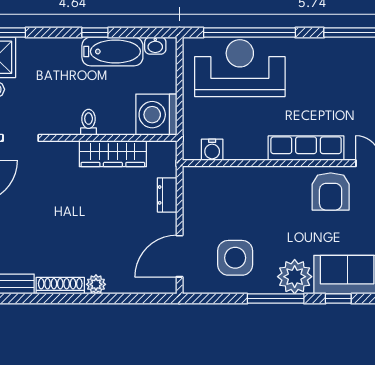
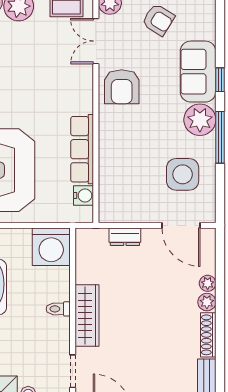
row of seats: (306, 148) -> (82, 149), moved
wardrobe: (113, 154) -> (87, 315), moved
armchair: (331, 191) -> (122, 87), turned 90
plant: (116, 285) -> (208, 283), added

